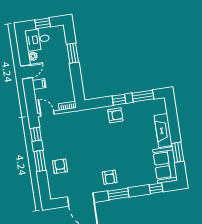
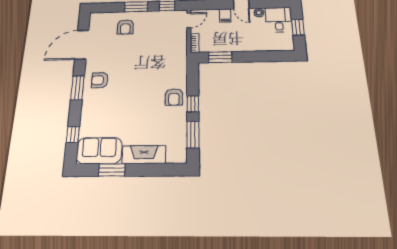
window: (73, 53) -> (220, 57), moved
armchair: (60, 166) -> (125, 27), turned 90

